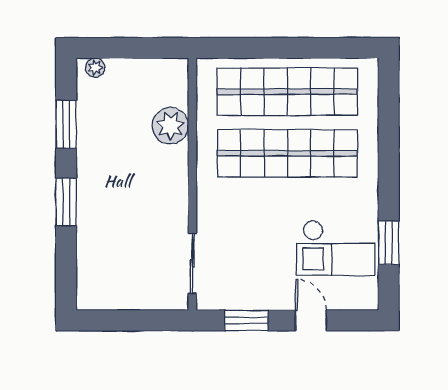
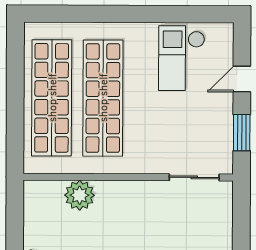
window: (389, 243) -> (178, 14), removed
checkout: (336, 248) -> (182, 58), turned 180

